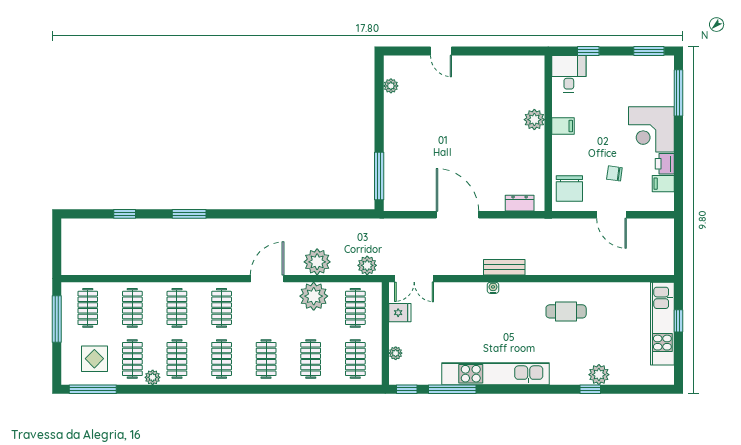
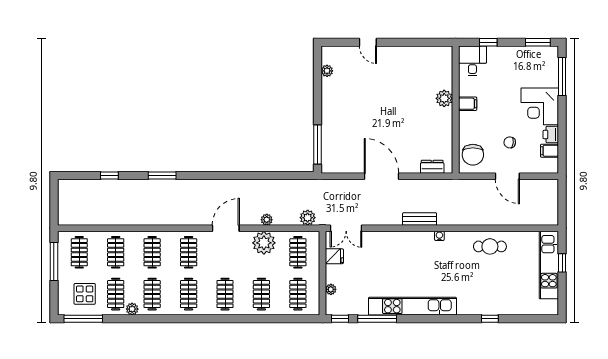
plant: (317, 262) -> (267, 220), width x0.53, depth x0.53
water cooler: (493, 288) -> (439, 236), moved
cafe table: (566, 311) -> (490, 246), moved
plant: (599, 375) -> (497, 307), removed

